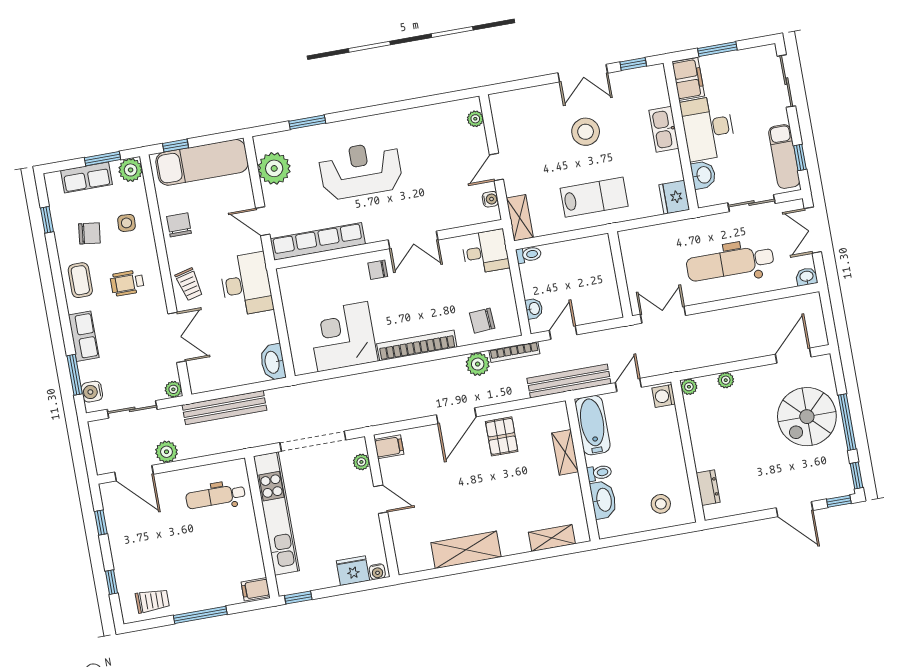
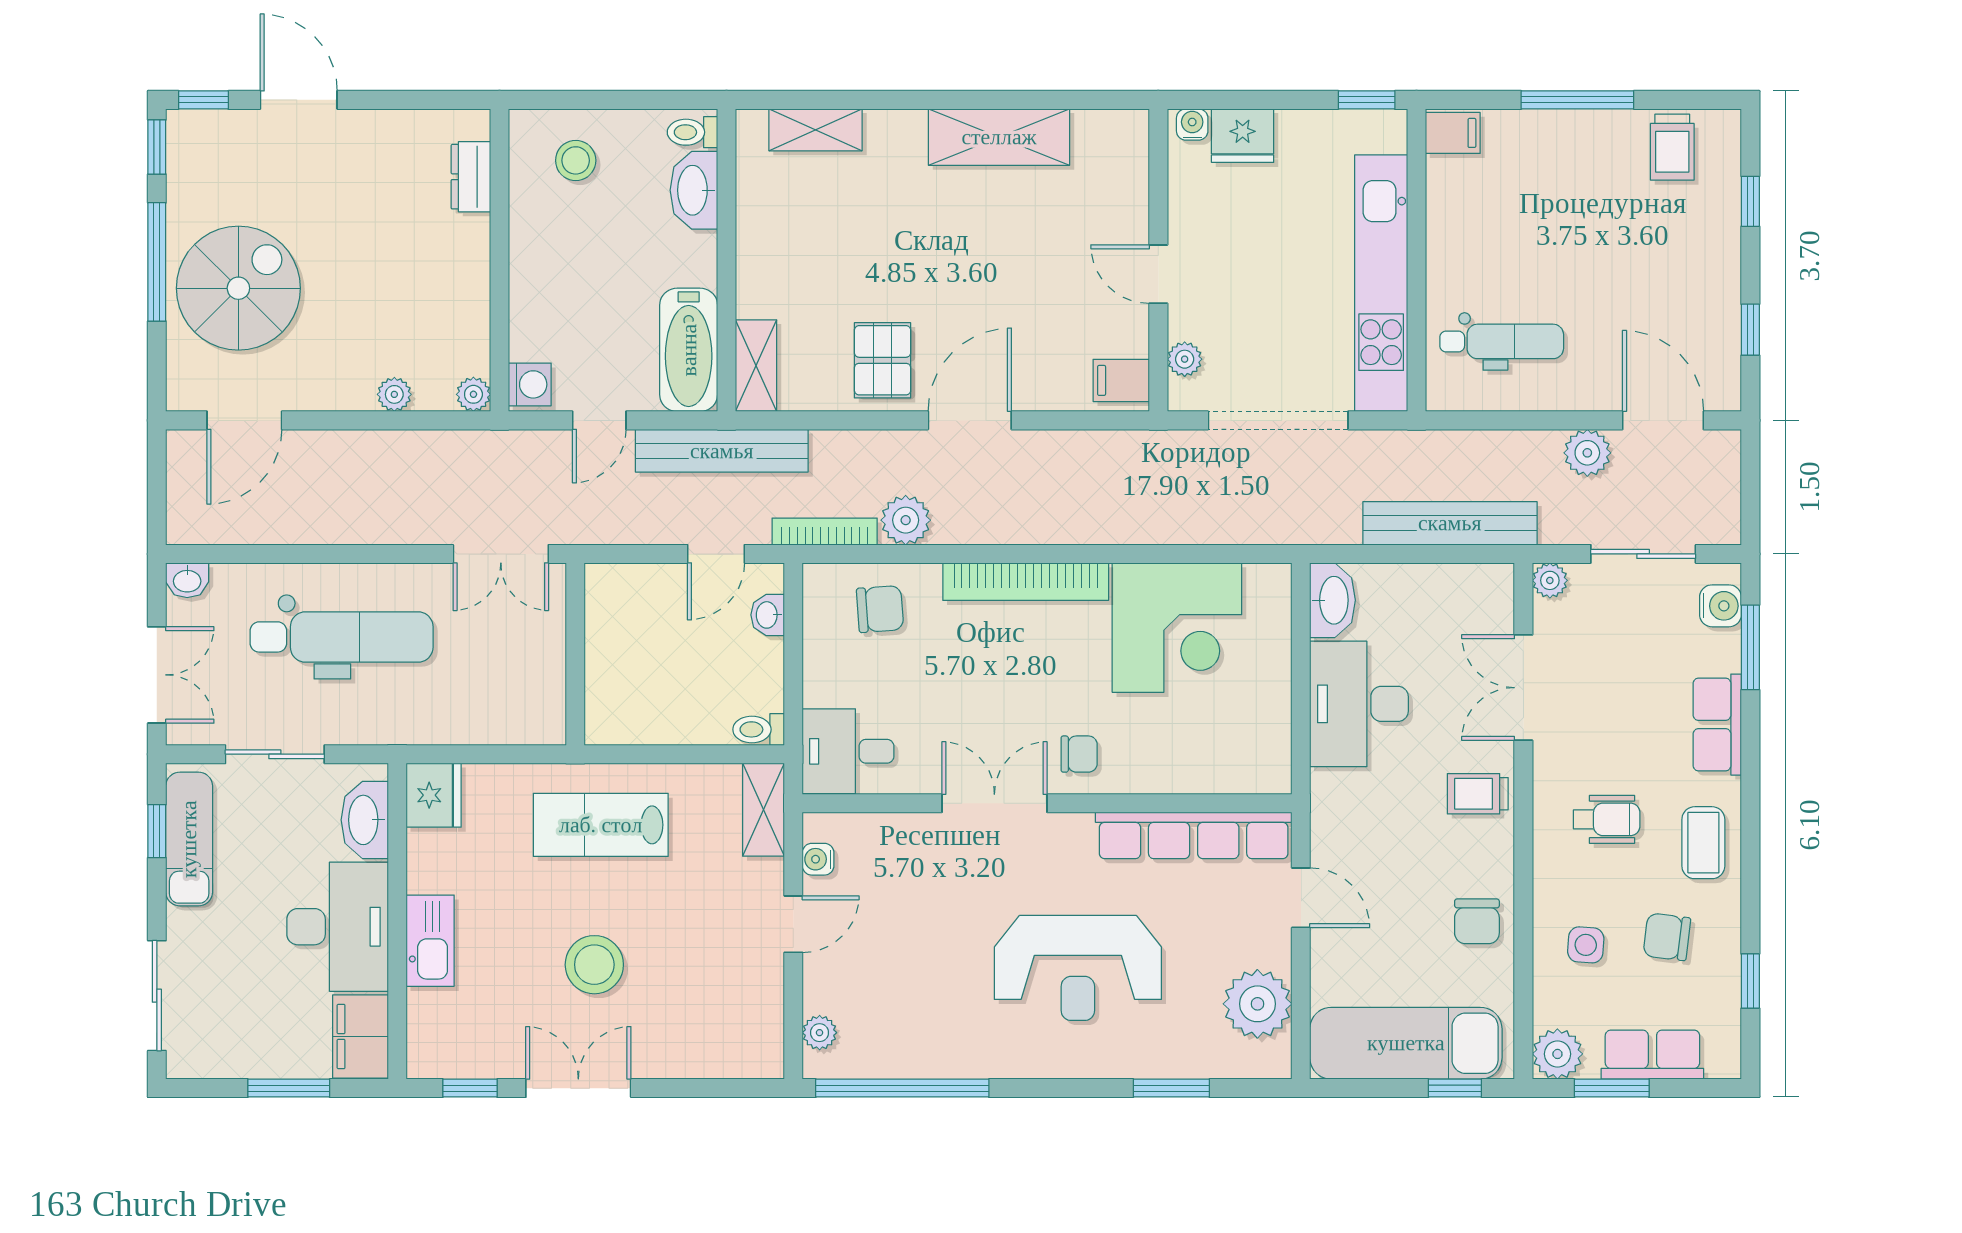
window: (432, 100) -> (902, 1088), added
washbasin: (703, 175) -> (365, 820), width x1.38
trolley: (189, 284) -> (1478, 794), turned -76
desk: (246, 284) -> (1359, 704), moved
shelving: (565, 452) -> (756, 366), moved
toilet: (599, 473) -> (692, 132), moved
trolley: (152, 601) -> (1672, 147), turned -90

